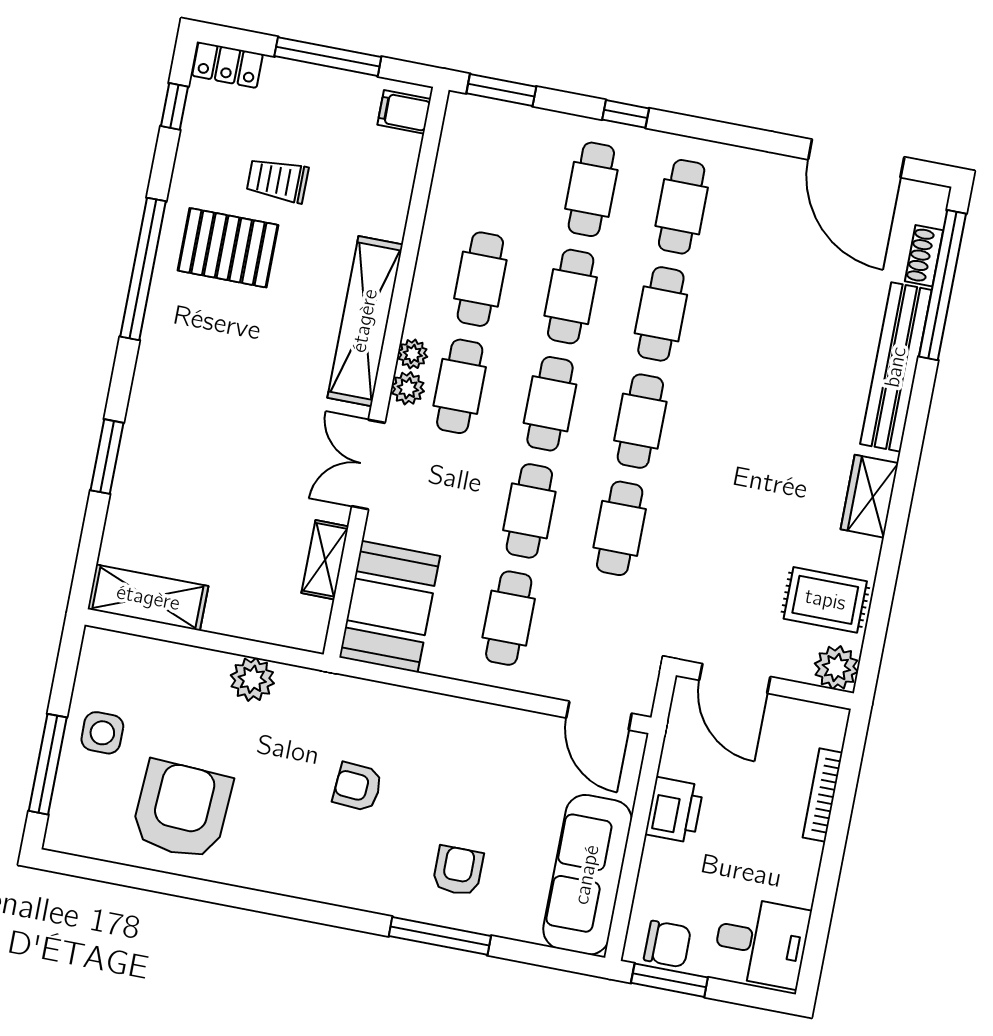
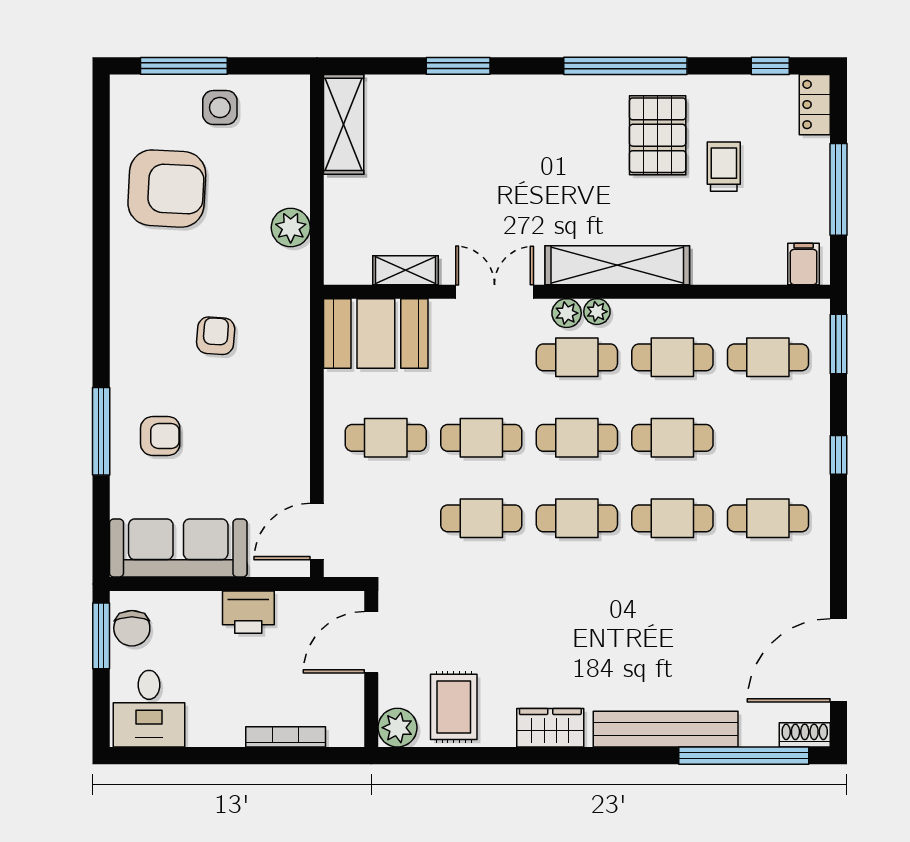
cafe table: (591, 189) -> (768, 357), moved
shoe rack: (924, 256) -> (805, 735), moved

